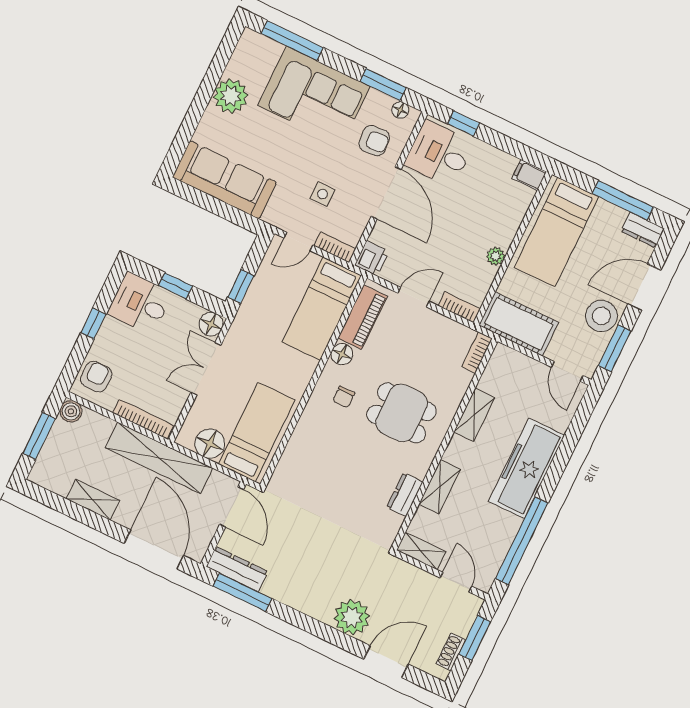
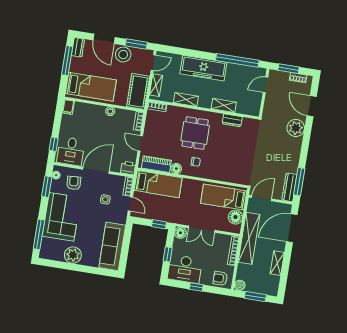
desk: (140, 303) -> (185, 269), width x1.37
shelving: (421, 551) -> (156, 85), moved

